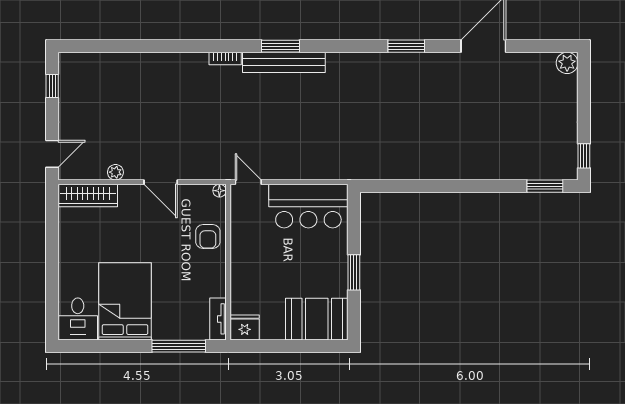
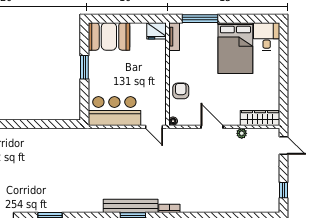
door: (52, 154) -> (283, 145), swing flipped

